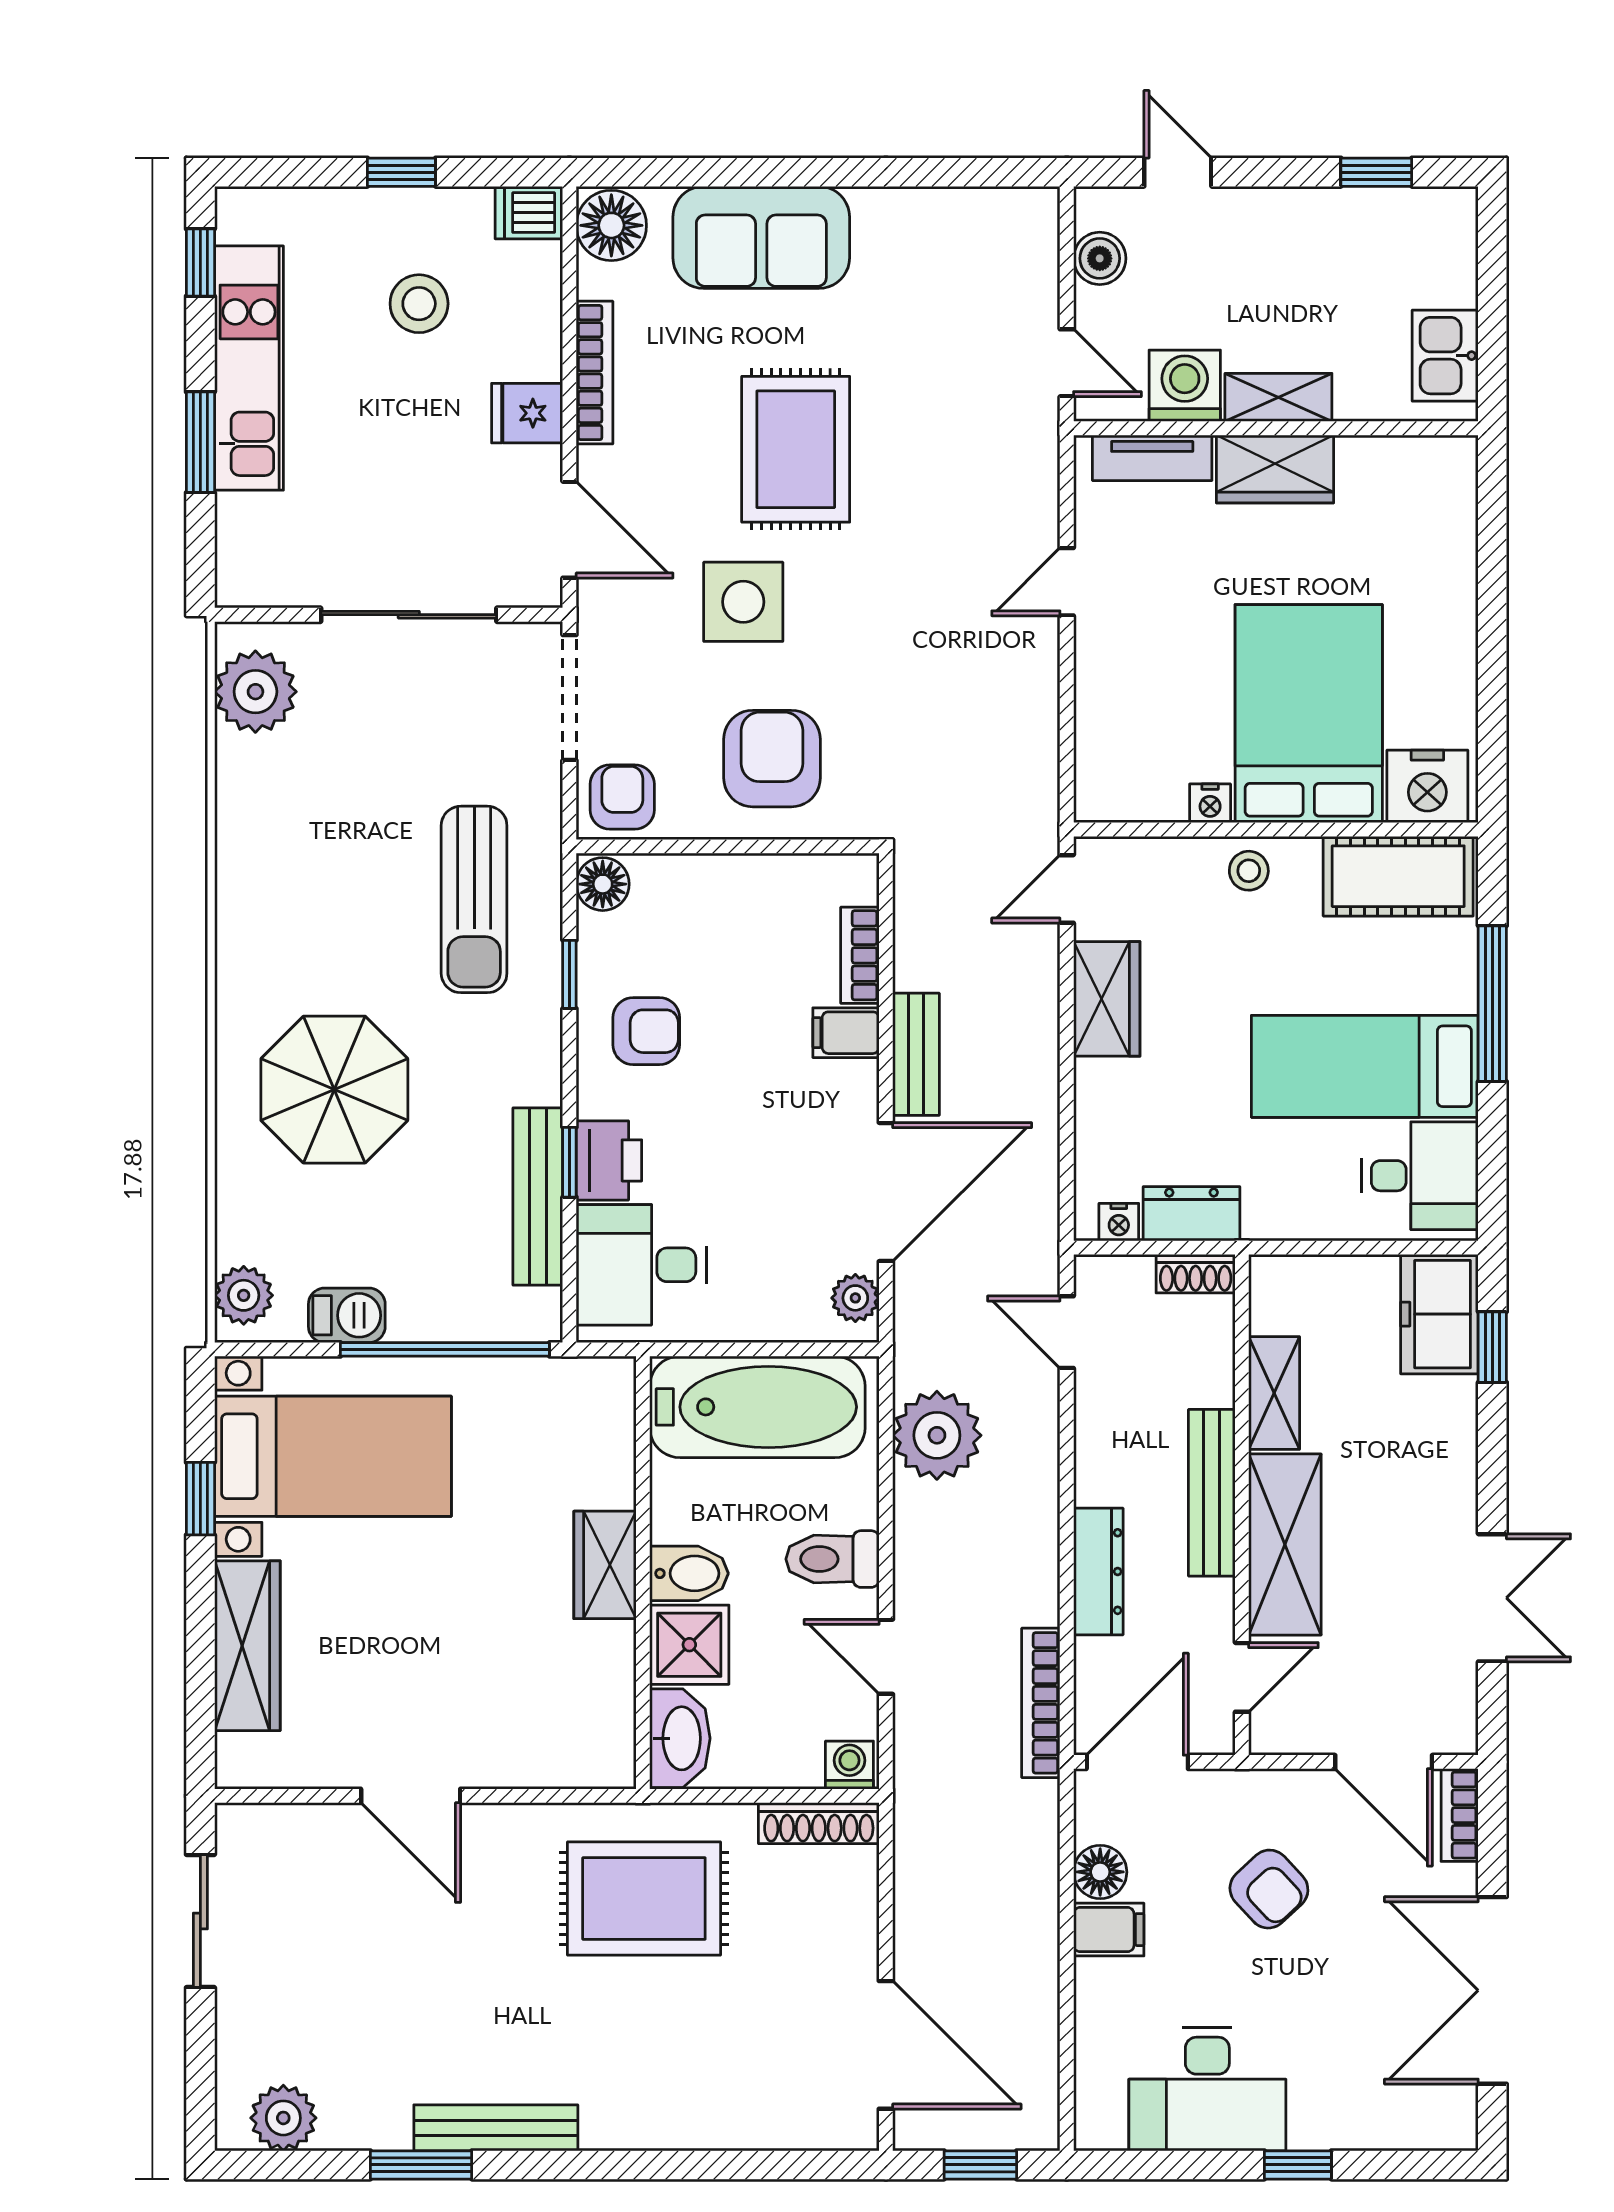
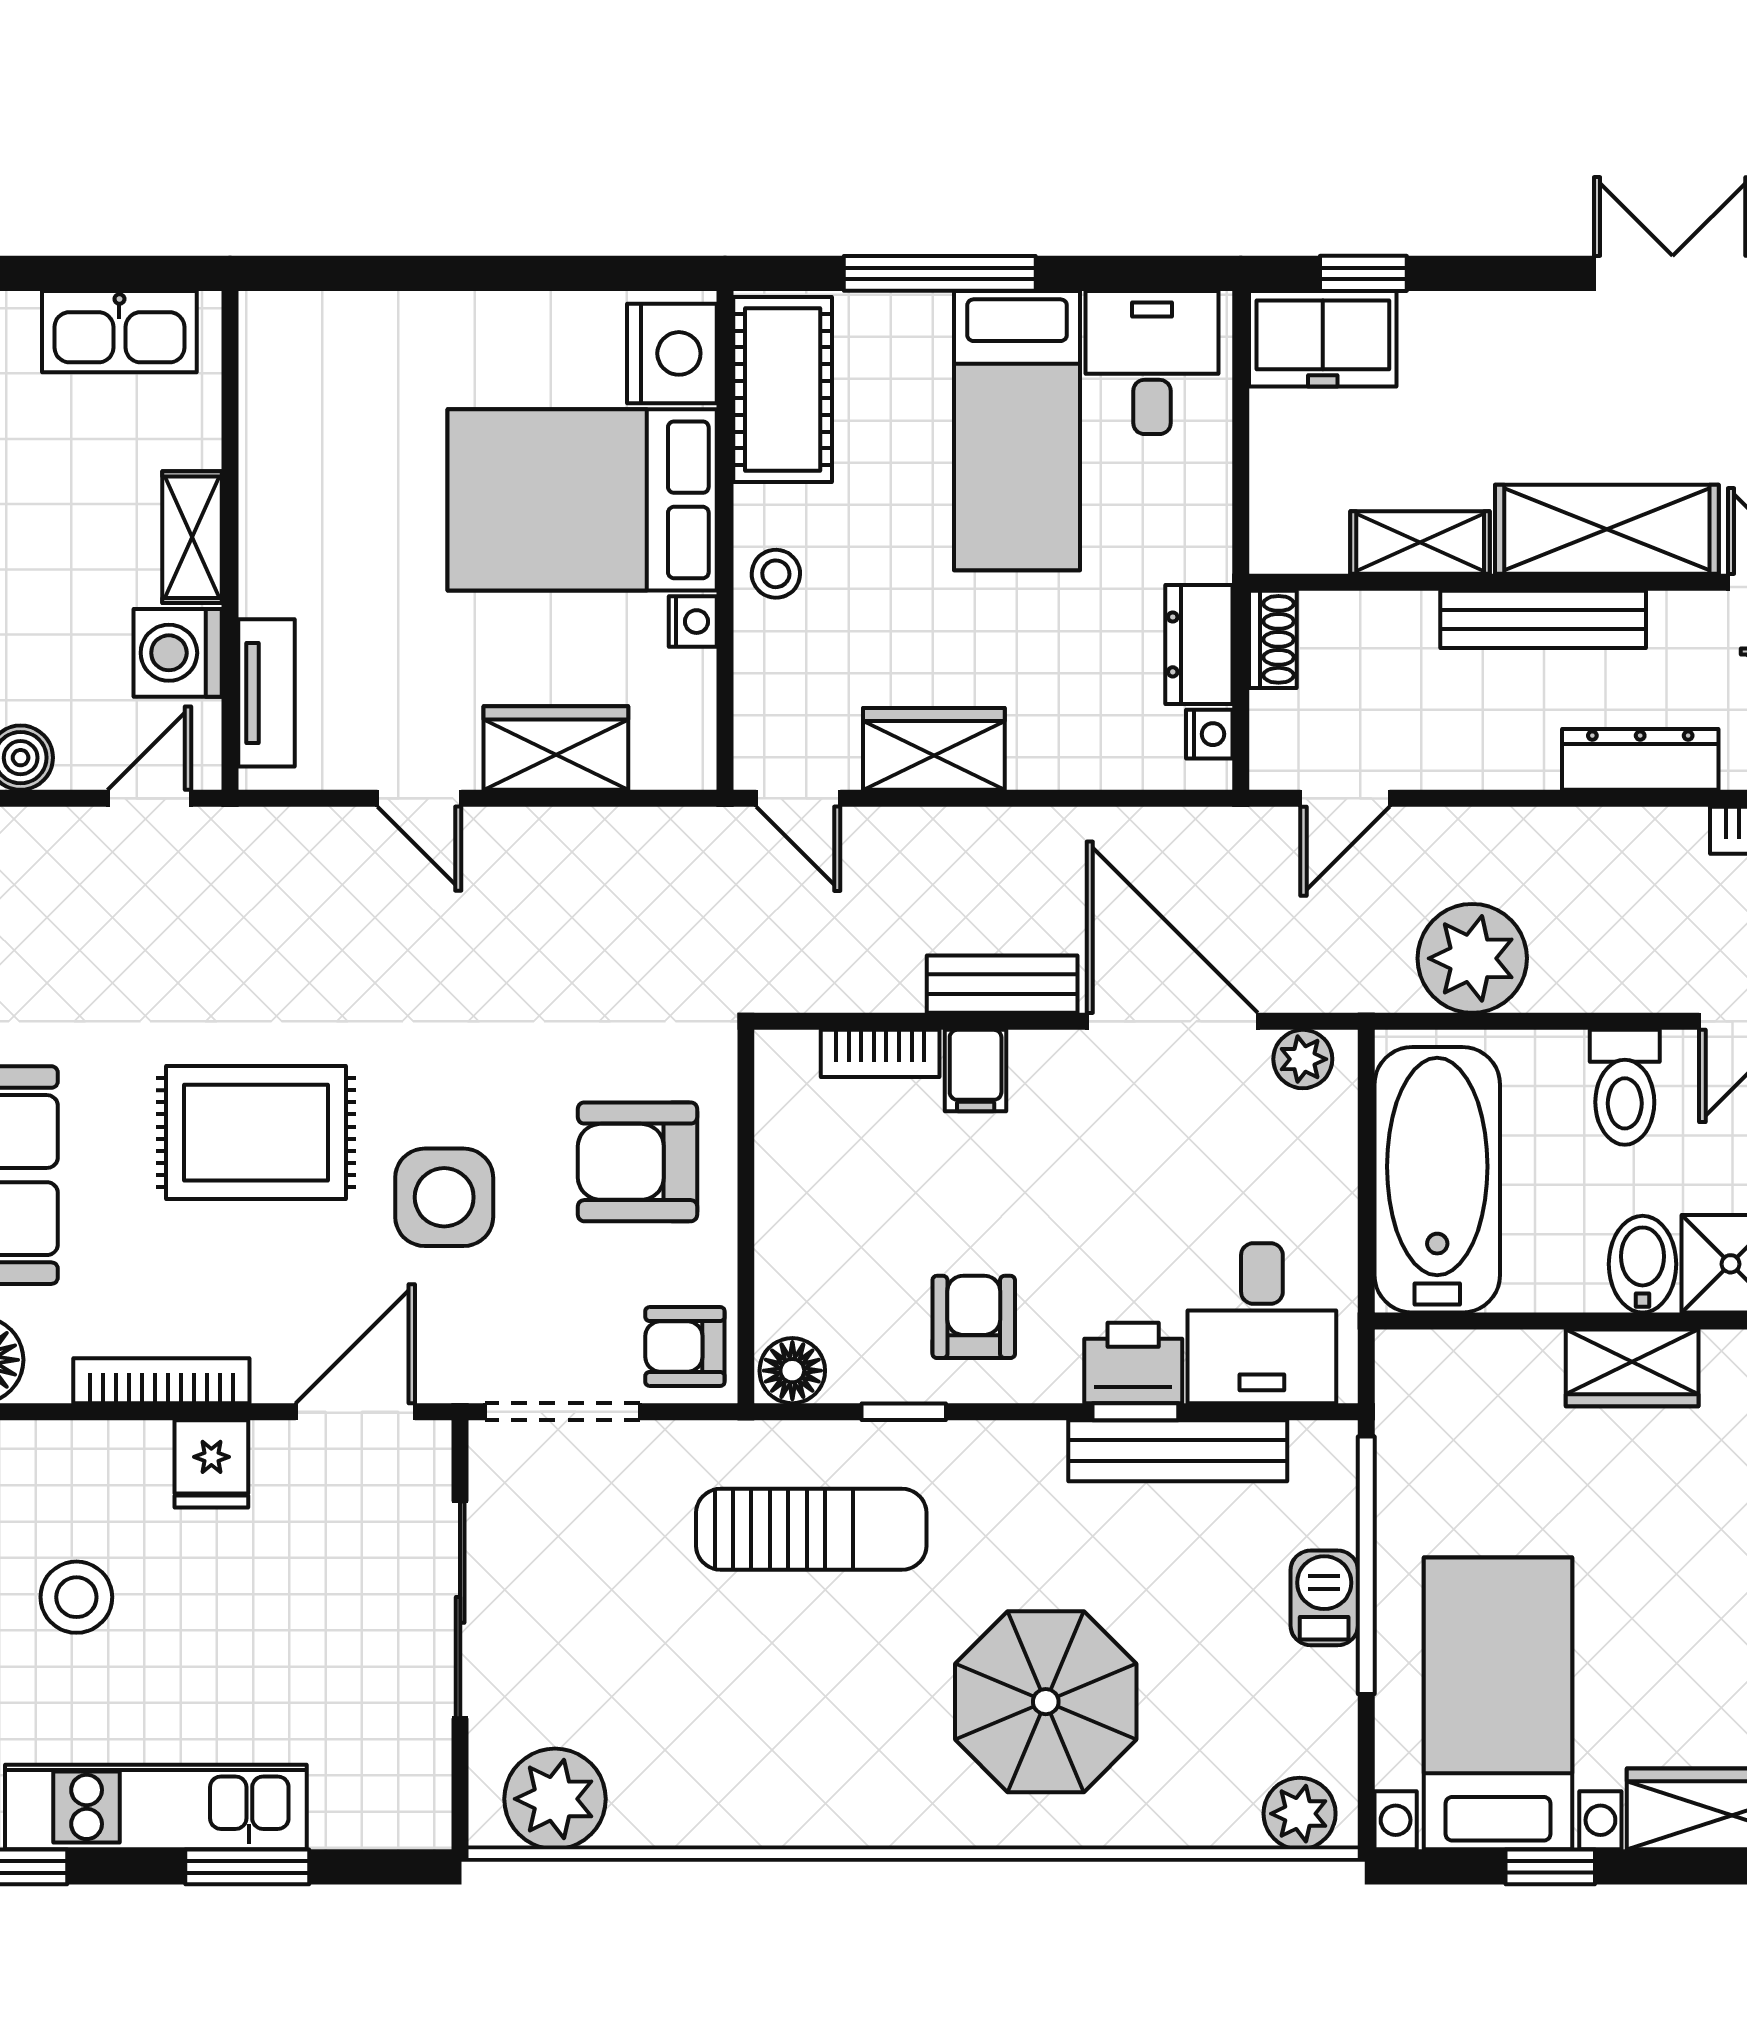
kitchen sink: (1445, 356) -> (119, 332), width x1.38
wardrobe: (1275, 469) -> (556, 748), moved, turned -90
barbecue: (347, 1315) -> (1324, 1598), moved

